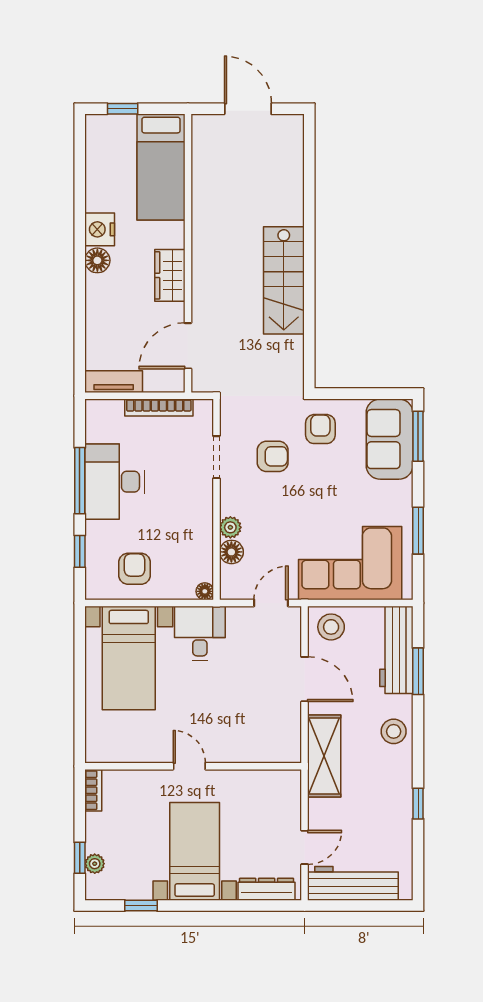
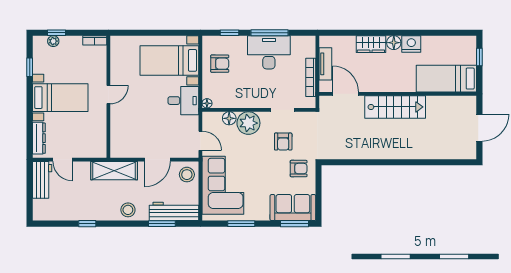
wardrobe: (170, 275) -> (371, 44), moved, turned 180
stairs: (284, 280) -> (395, 107), moved, turned 180
tv unit: (114, 382) -> (325, 64), moved
plant: (230, 527) -> (248, 123), width x1.87, depth x1.87
workbench: (353, 883) -> (42, 180), width x0.73

